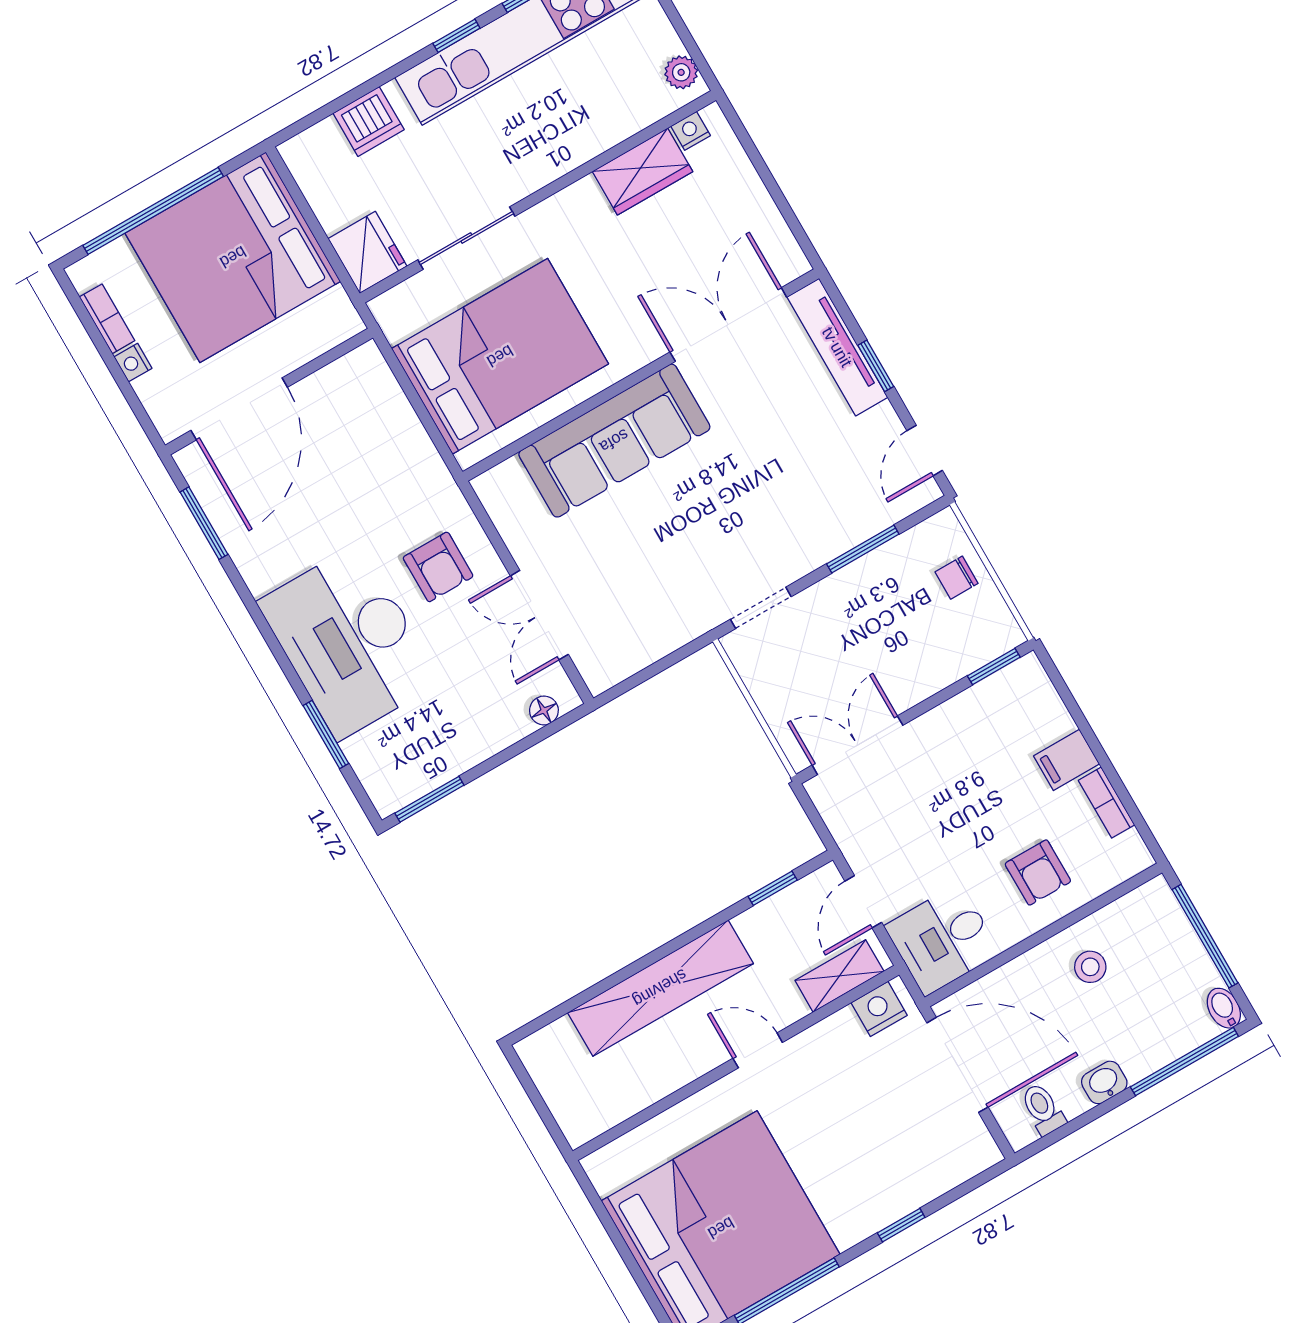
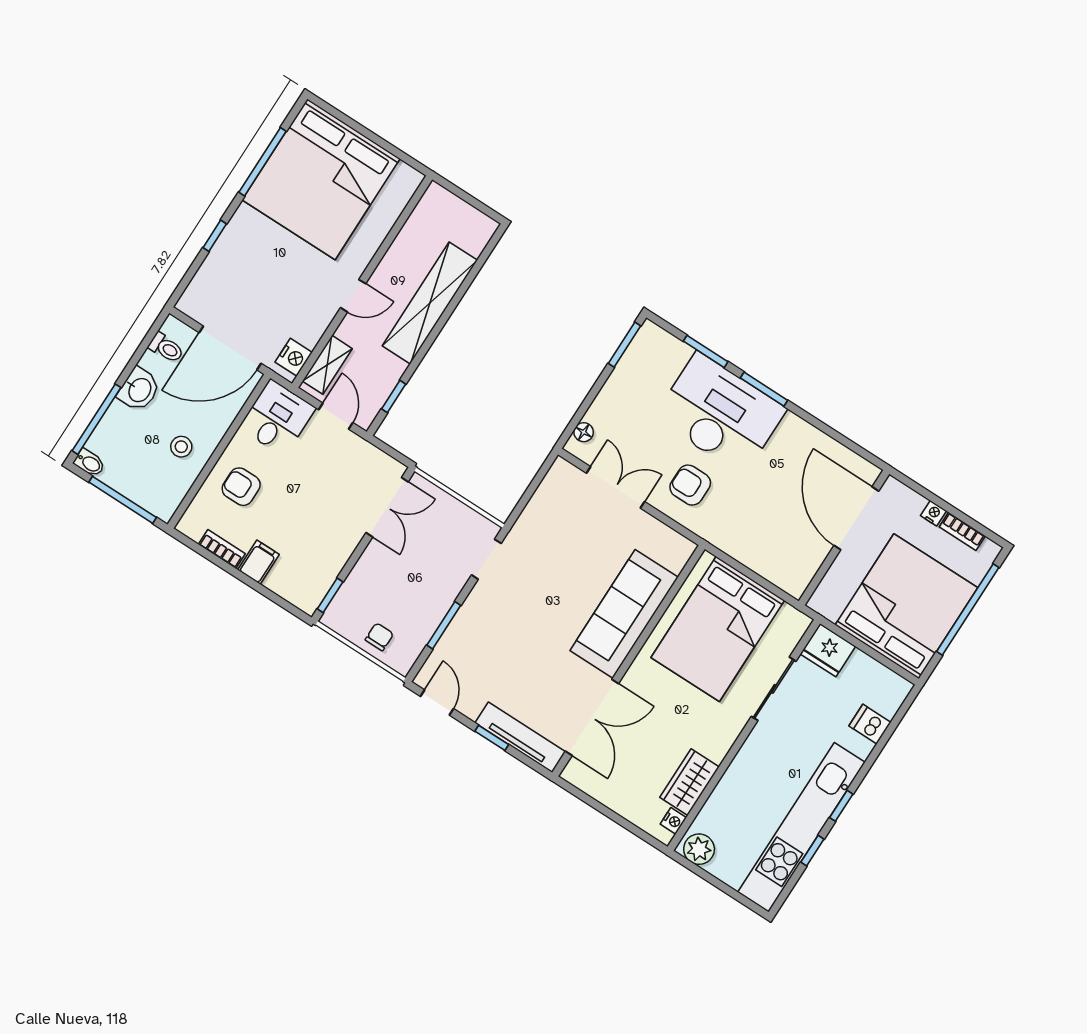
plant: (681, 72) -> (699, 849), width x1.38, depth x1.38
dishwasher: (369, 121) -> (870, 724), width x0.73
window: (204, 523) -> (764, 389), moved
washbasin: (1104, 1082) -> (139, 390), width x1.38, depth x1.45

